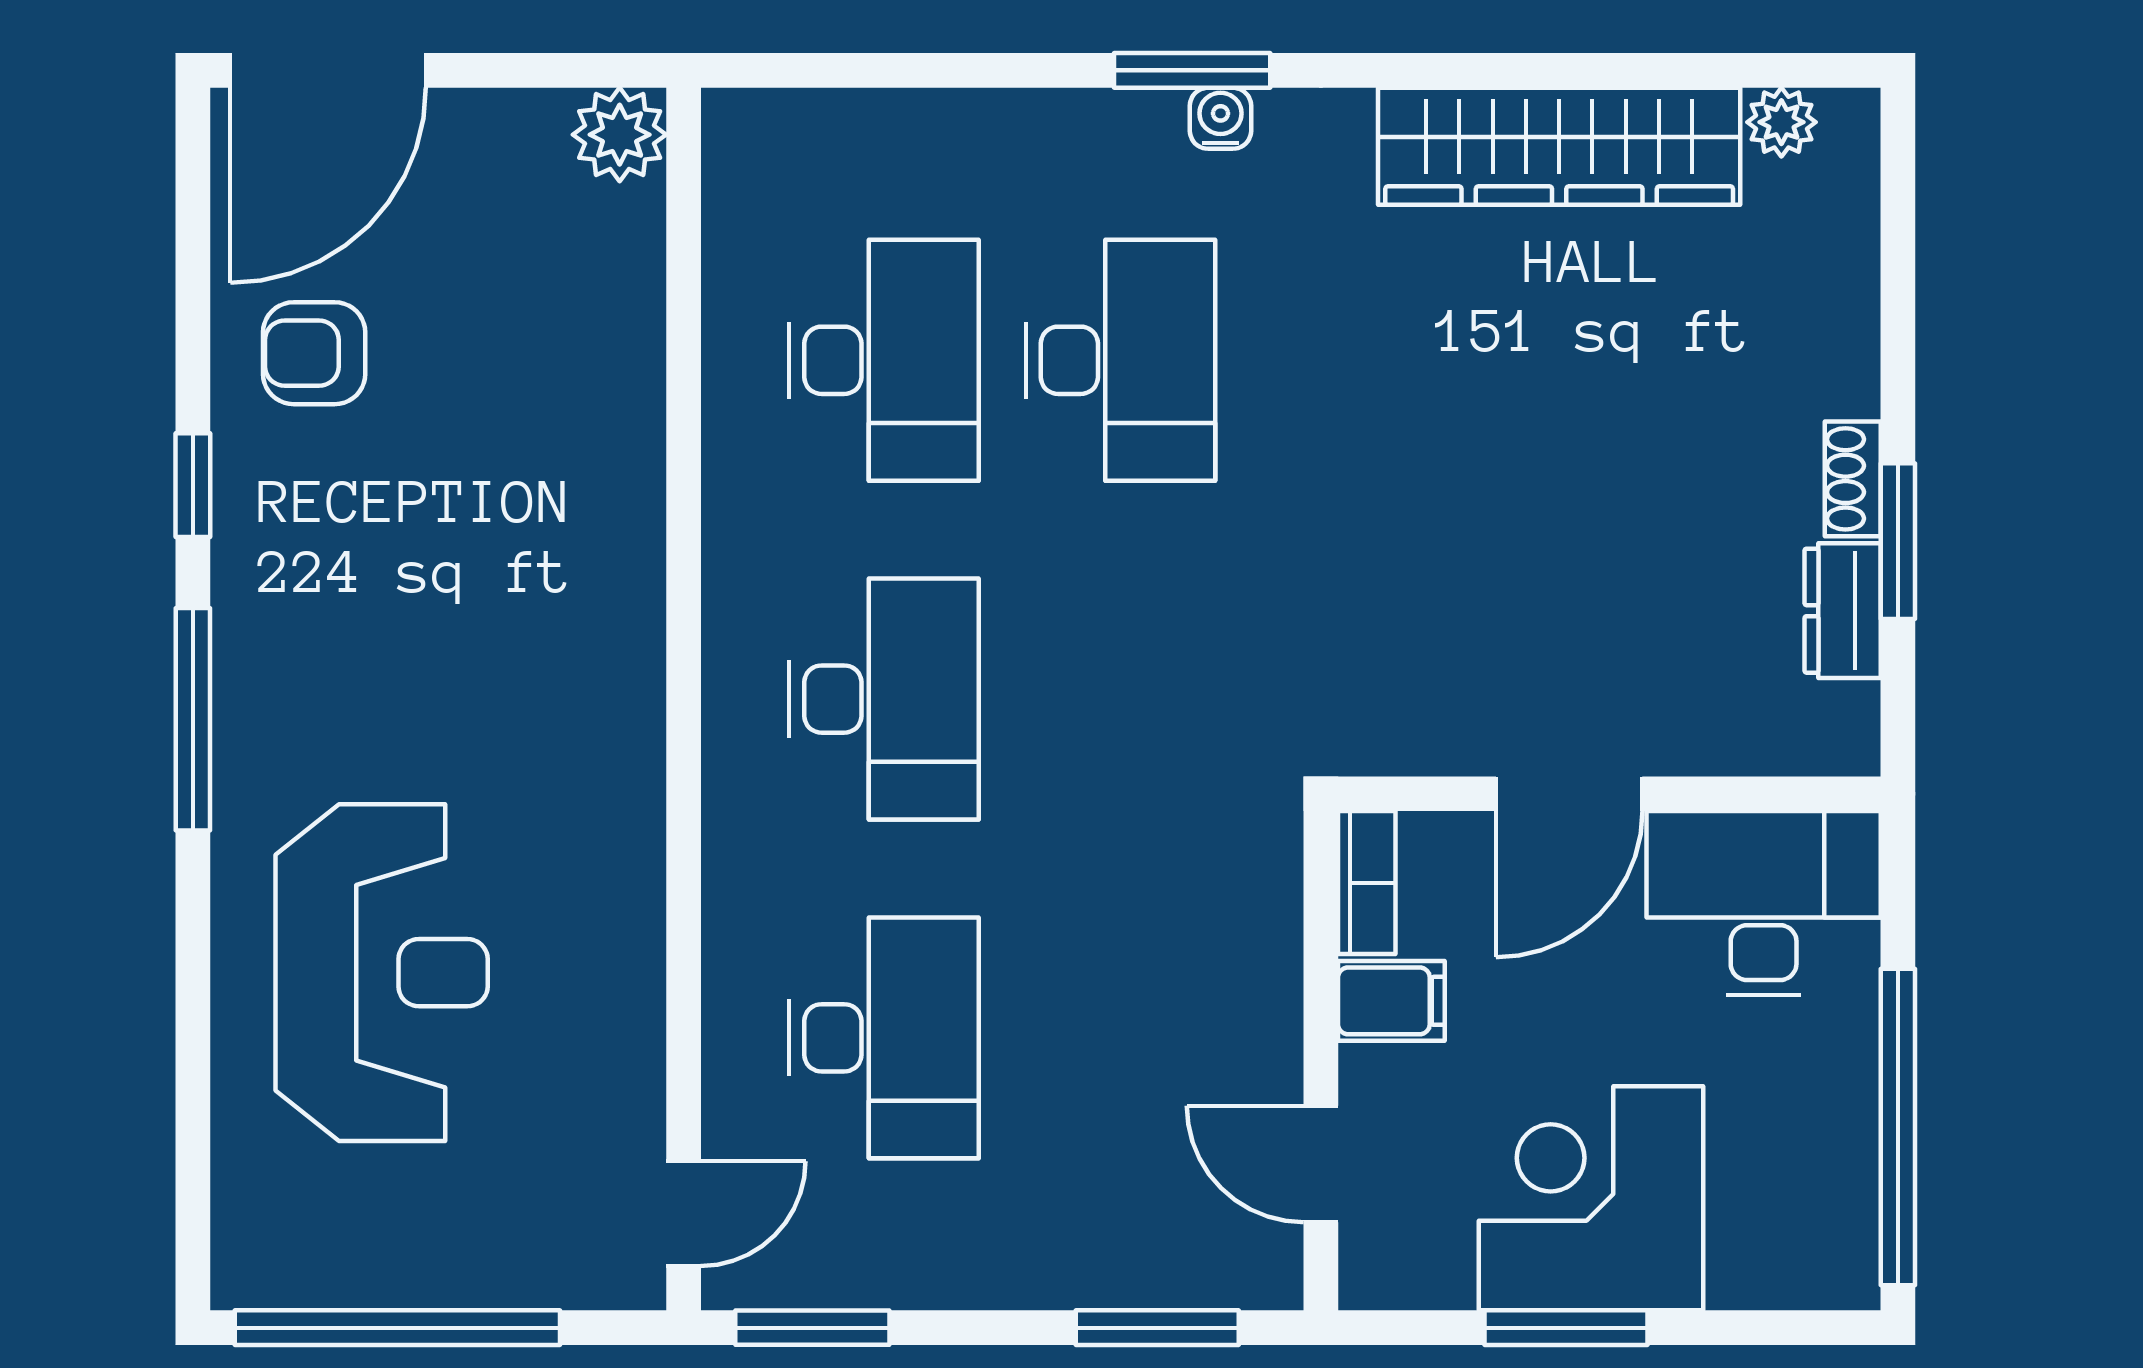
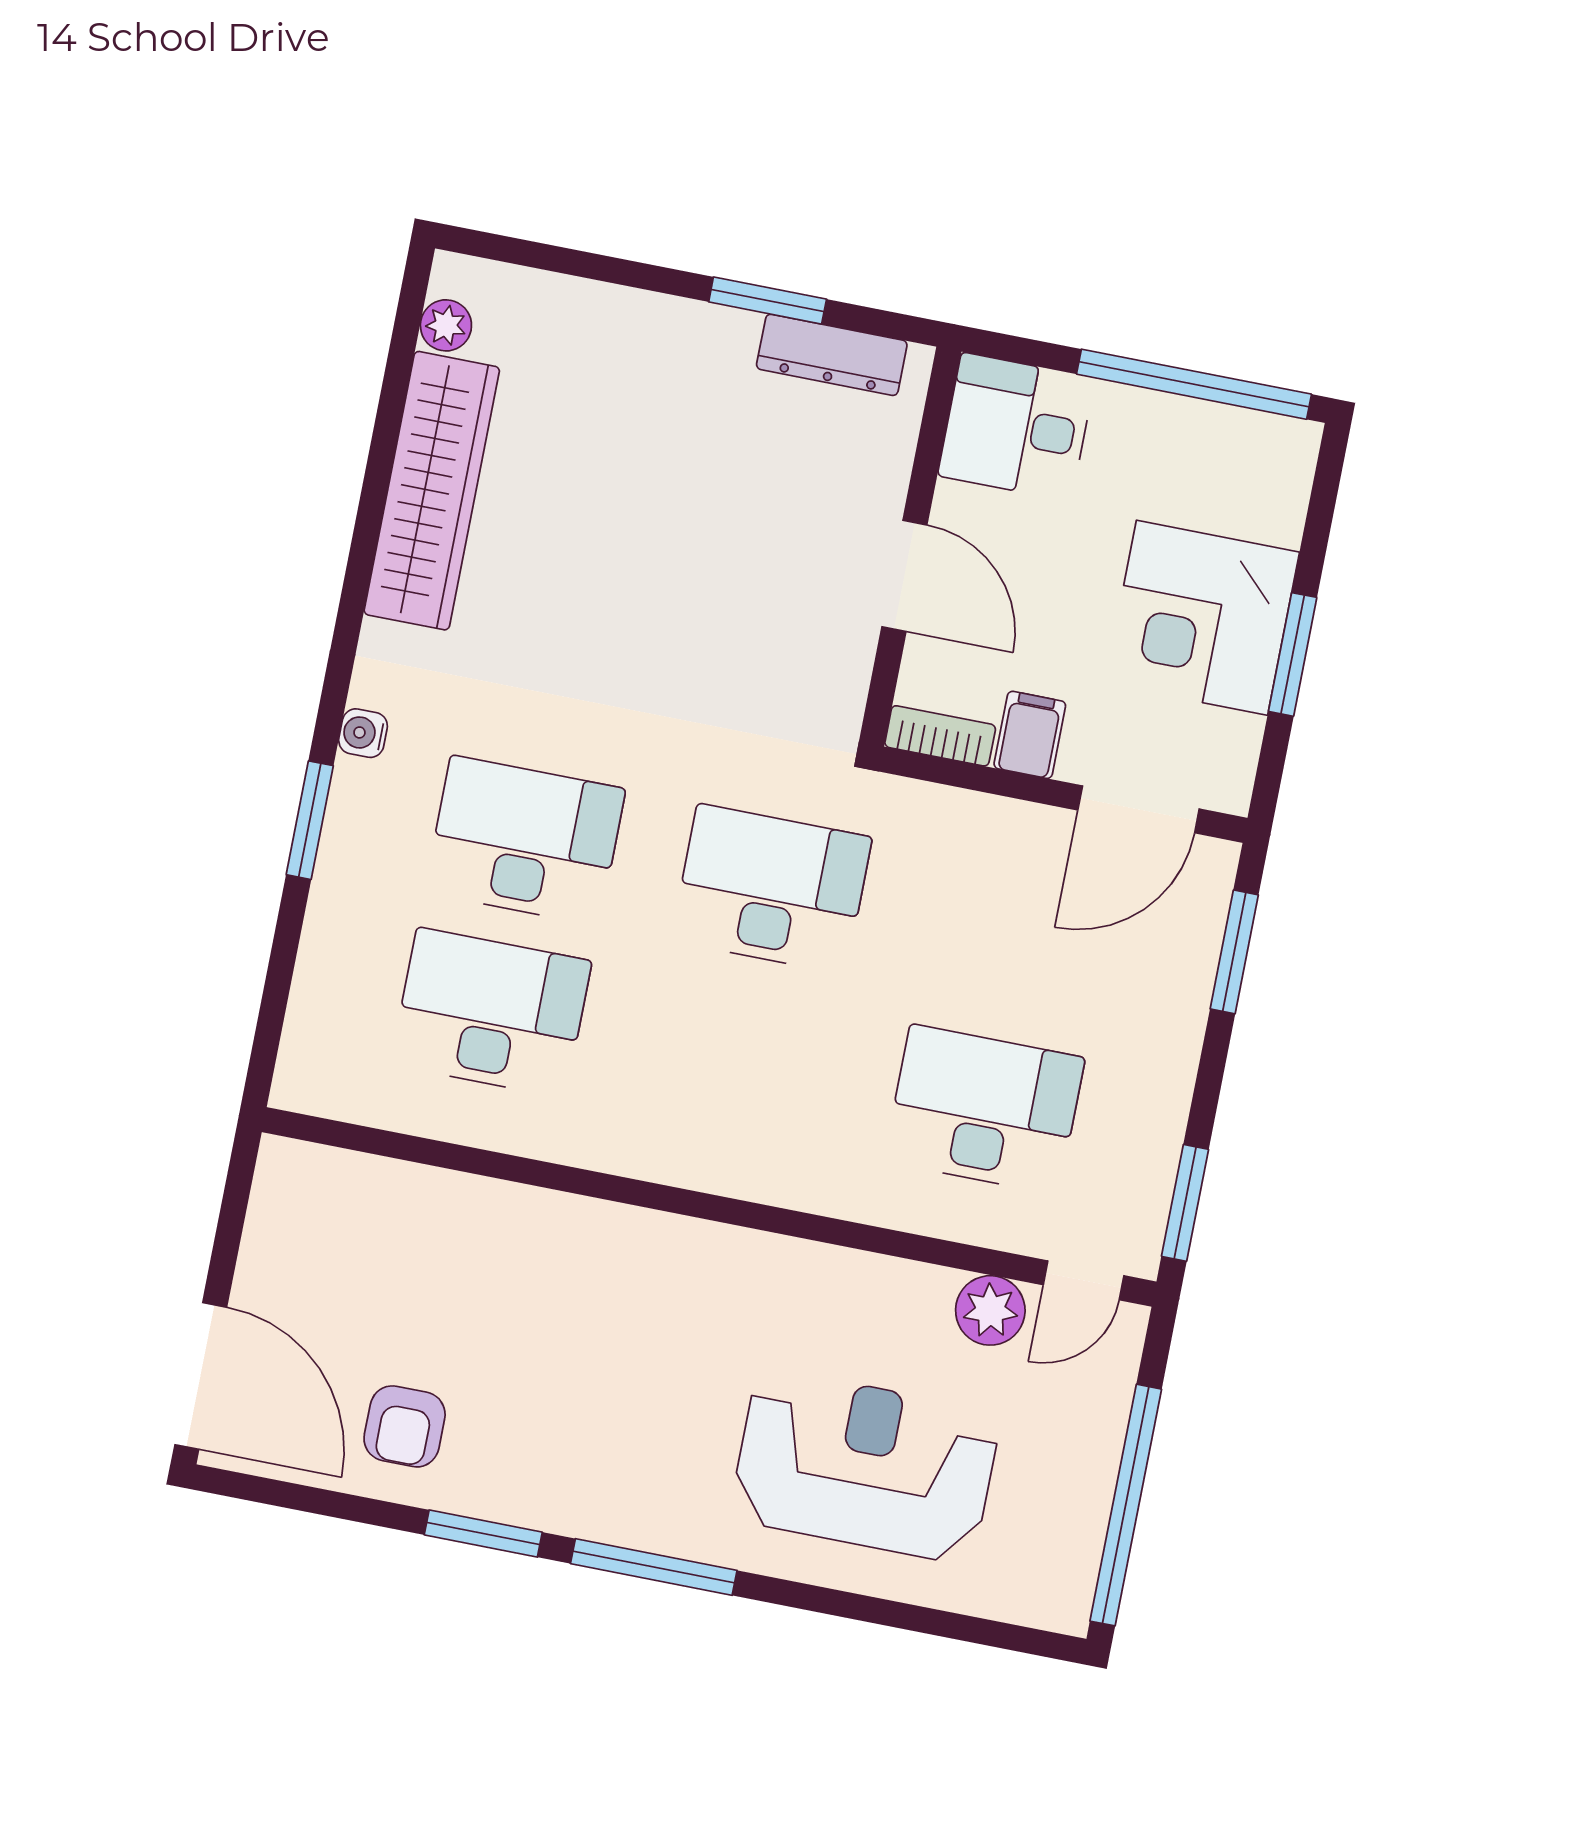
window: (1192, 70) -> (310, 820), moved
plant: (620, 135) -> (990, 1310), moved
shoe rack: (1853, 479) -> (716, 324), removed
window: (193, 485) -> (483, 1534), width x1.50
dresser: (1843, 611) -> (832, 355), width x1.44
desk: (884, 699) -> (771, 889), moved
desk: (1764, 903) -> (1016, 427), width x0.73
door: (1321, 1164) -> (1139, 809), width x1.38
door: (684, 1214) -> (1084, 1280), swing flipped

